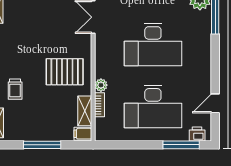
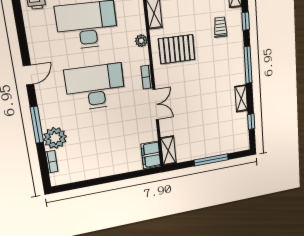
door: (215, 103) -> (28, 75), moved
bookcase: (99, 105) -> (147, 77), moved

